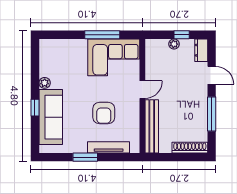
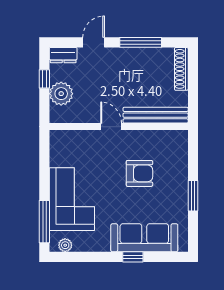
window: (102, 35) -> (44, 222), moved
plant: (174, 44) -> (61, 94), width x1.88, depth x1.88
corner sofa: (114, 57) -> (72, 199), moved
plant: (45, 83) -> (65, 245), moved
tv unit: (109, 147) -> (181, 167), removed

